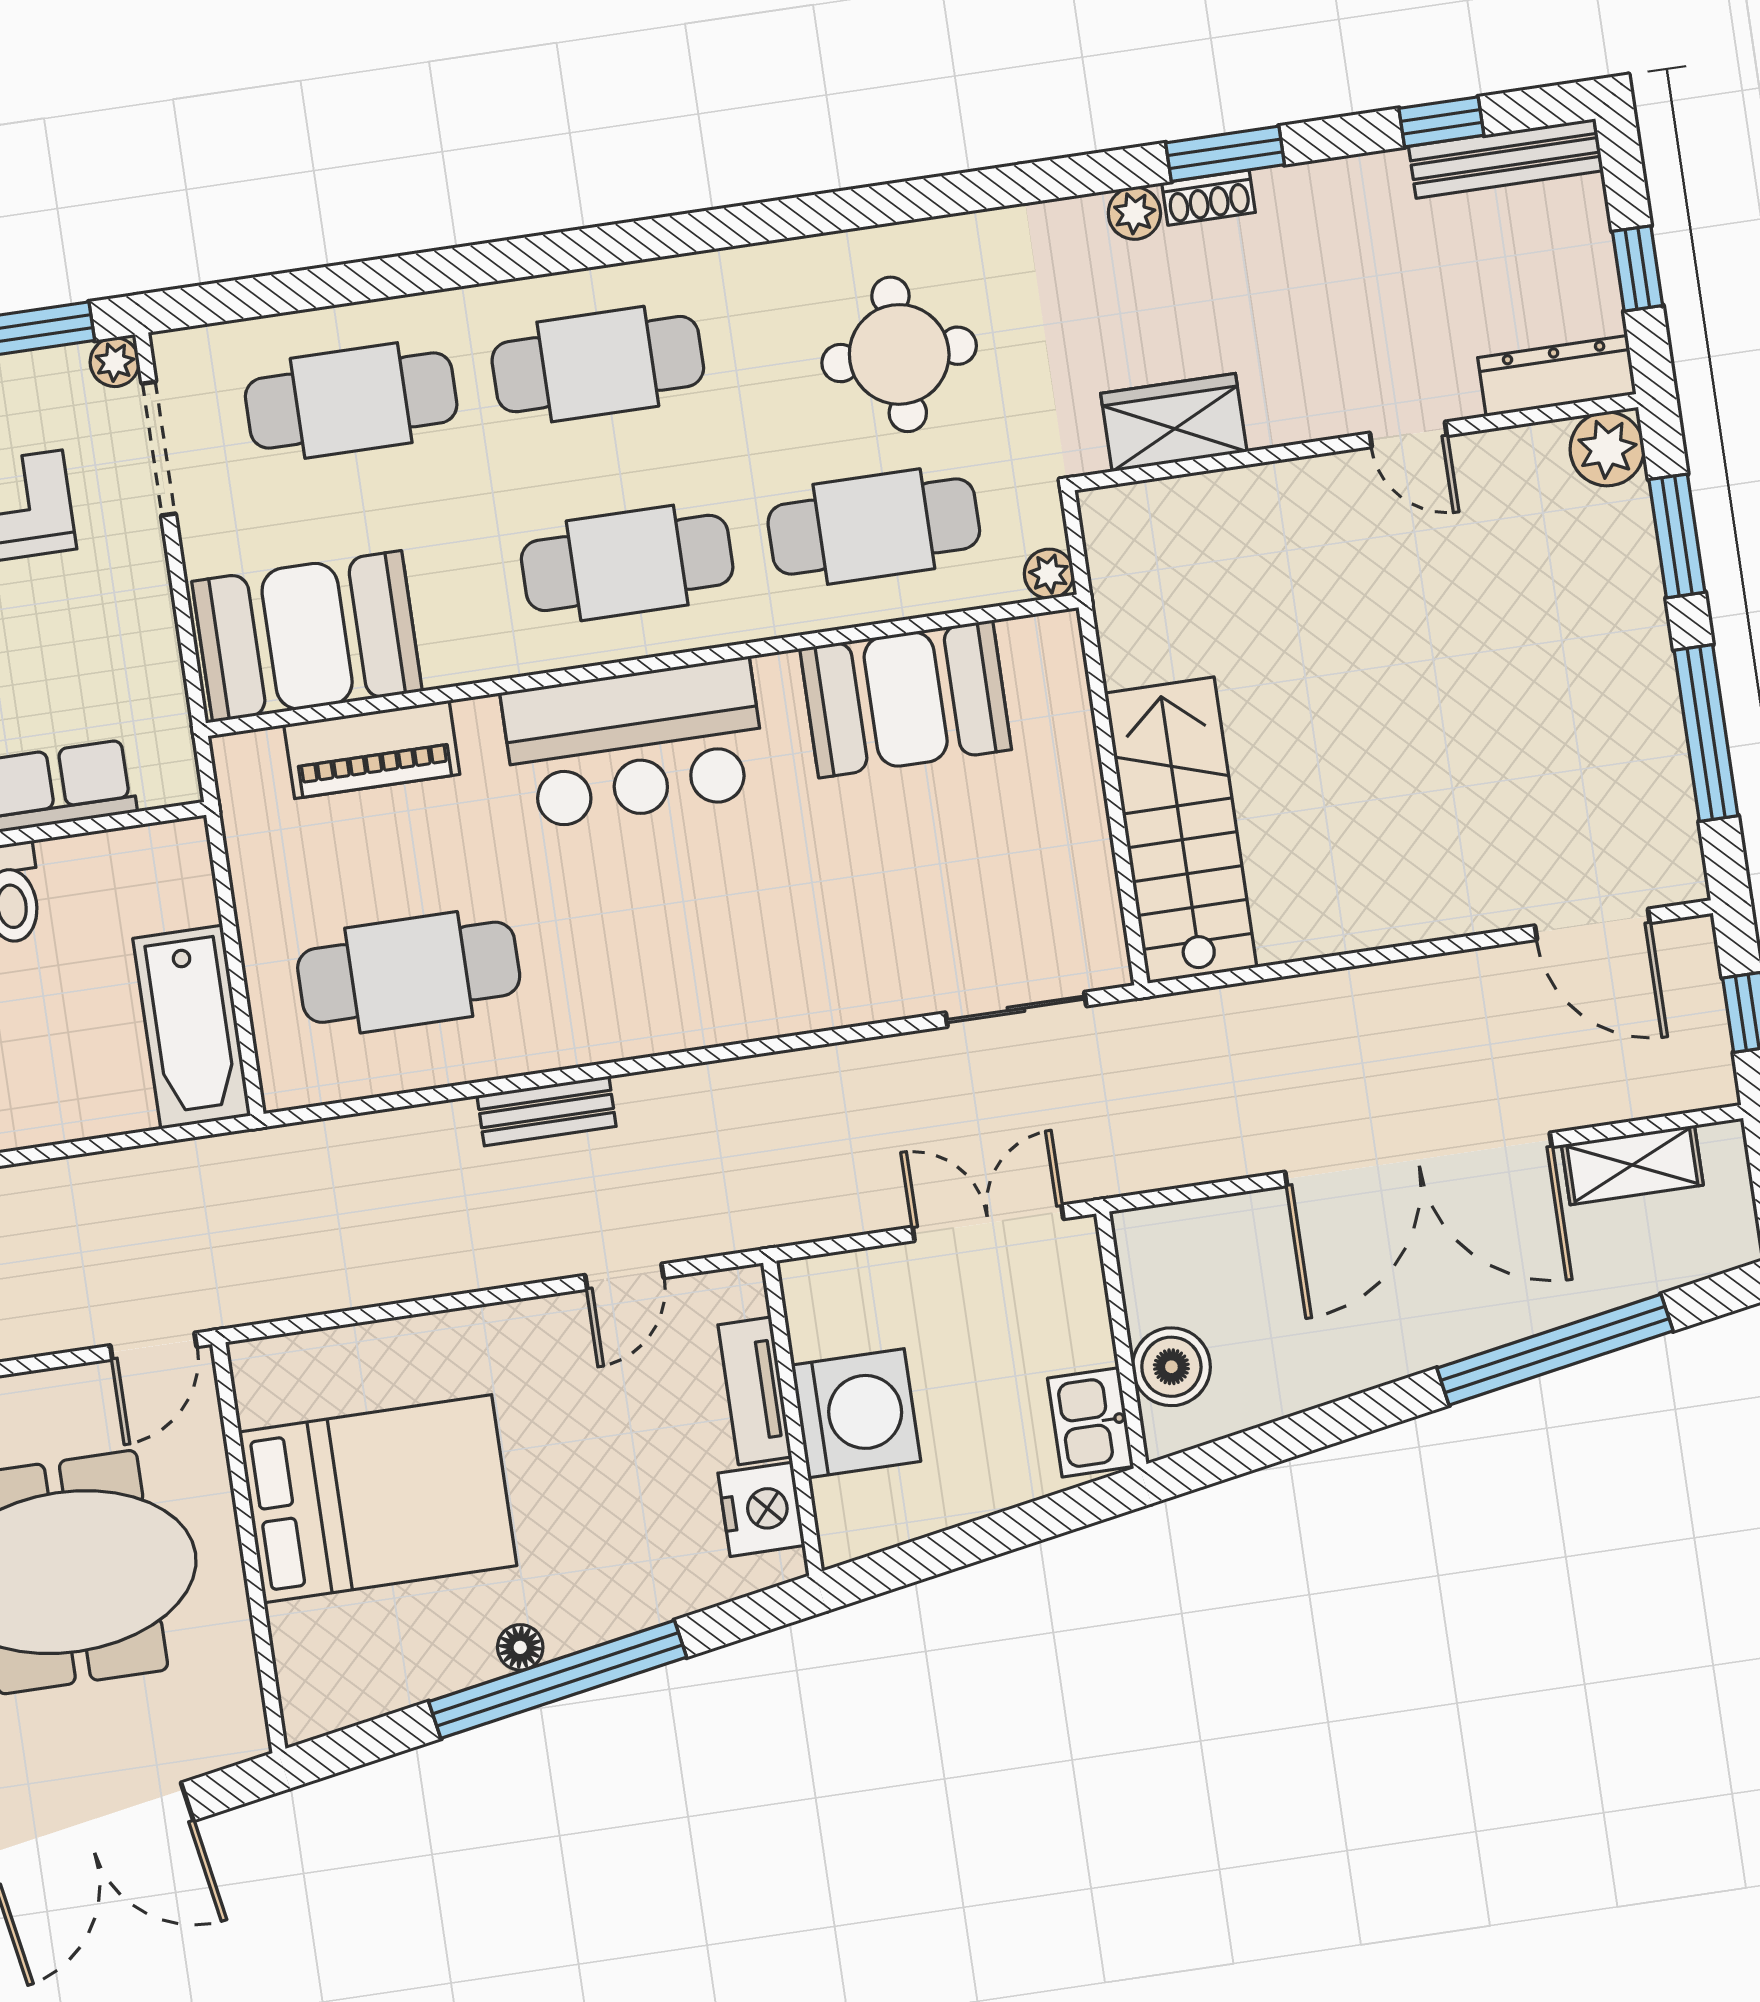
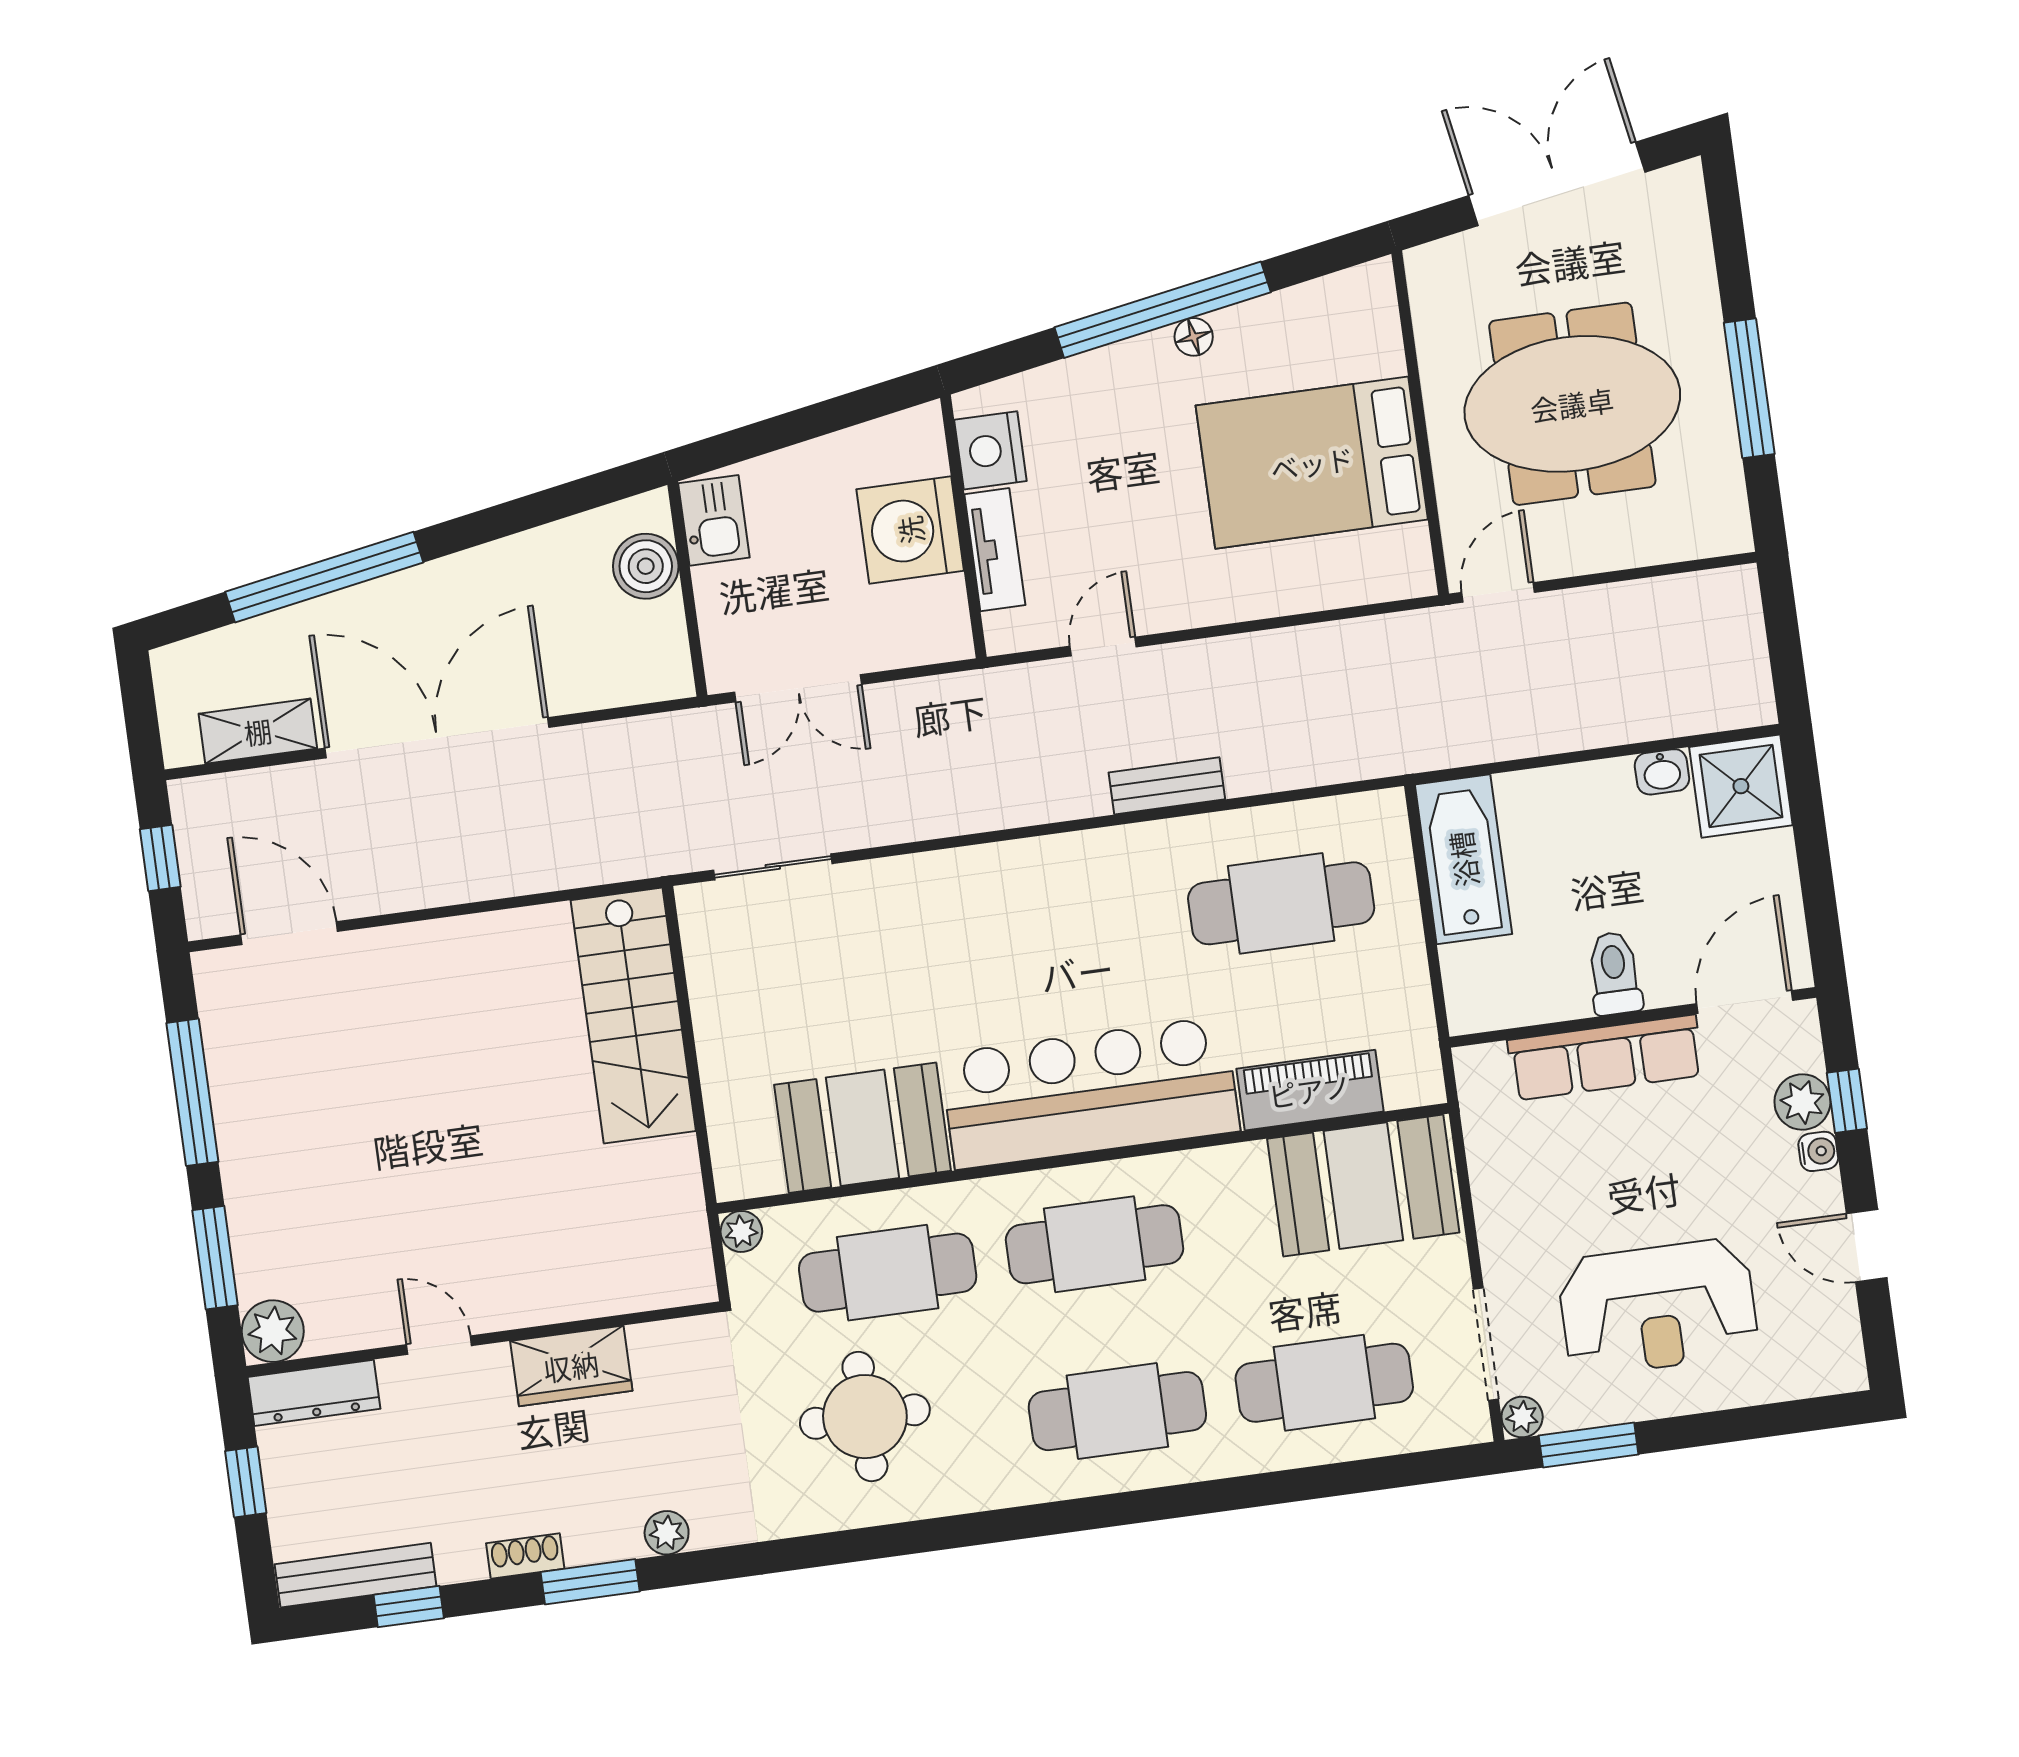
shoe rack: (1208, 198) -> (525, 1556), moved
wardrobe: (1174, 422) -> (571, 1366), moved
bar counter: (635, 744) -> (1090, 1093), width x1.36

